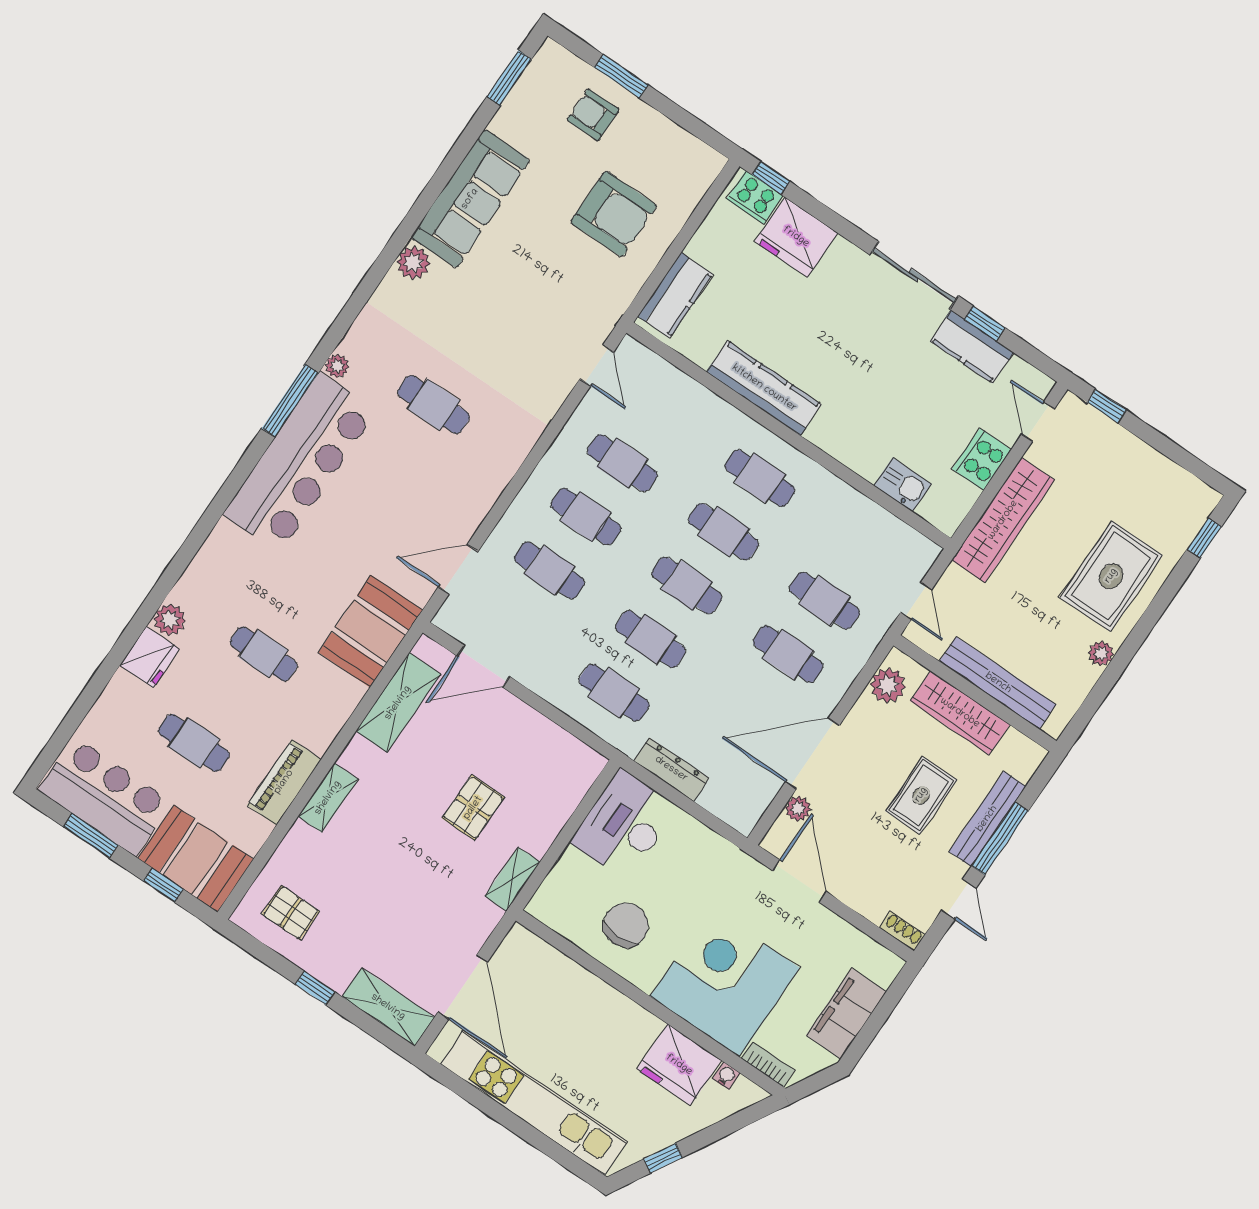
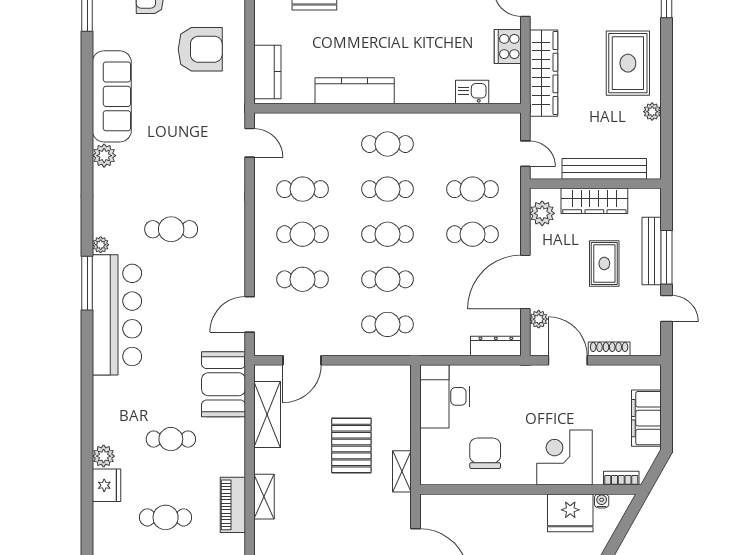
dresser: (671, 769) -> (496, 346), moved
pallet: (473, 808) -> (351, 446), width x1.50, depth x1.42
shoe rack: (902, 931) -> (609, 349), moved, width x1.43
corner desk: (725, 982) -> (564, 458), width x0.74, depth x0.74

